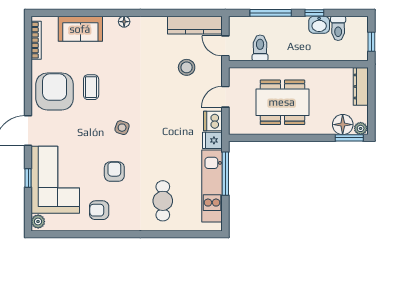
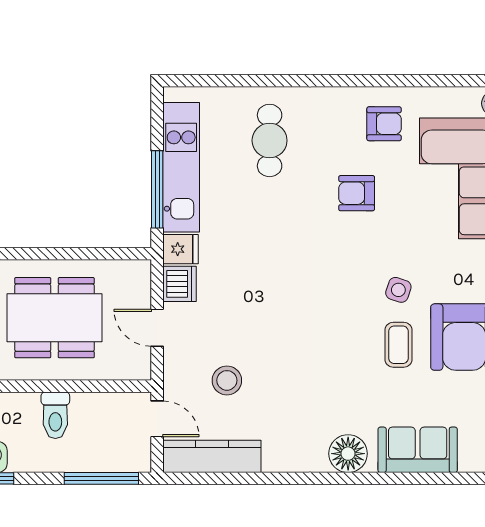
window: (271, 13) -> (101, 478), moved
floor lamp: (124, 22) -> (348, 454), width x1.89, depth x1.89
toilet: (260, 48) -> (55, 415), moved
door: (225, 97) -> (157, 328), swing flipped
side table: (122, 128) -> (398, 290), moved
armchair: (114, 172) -> (357, 193), turned 90

